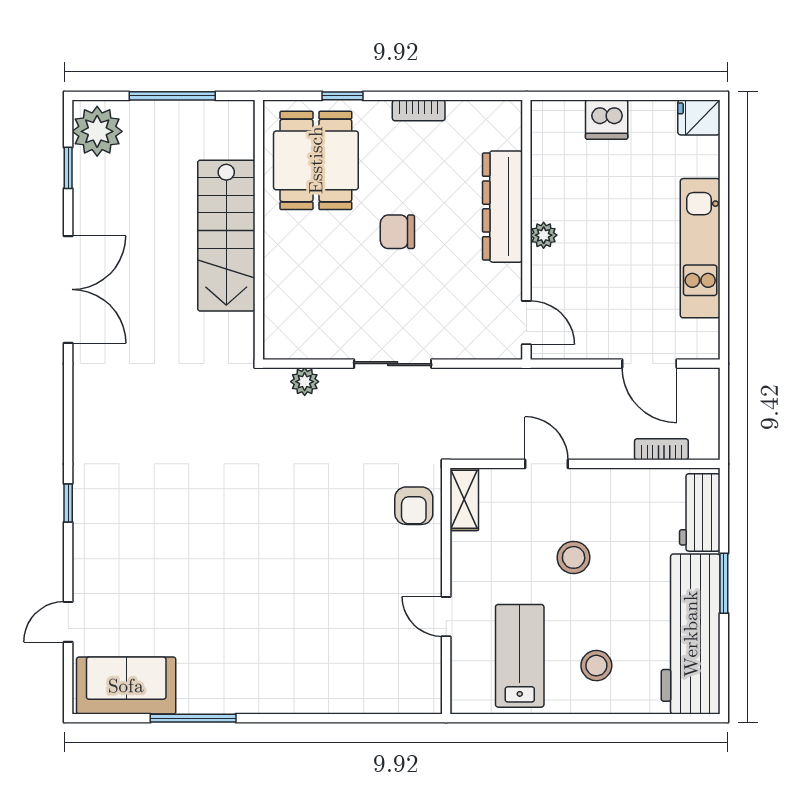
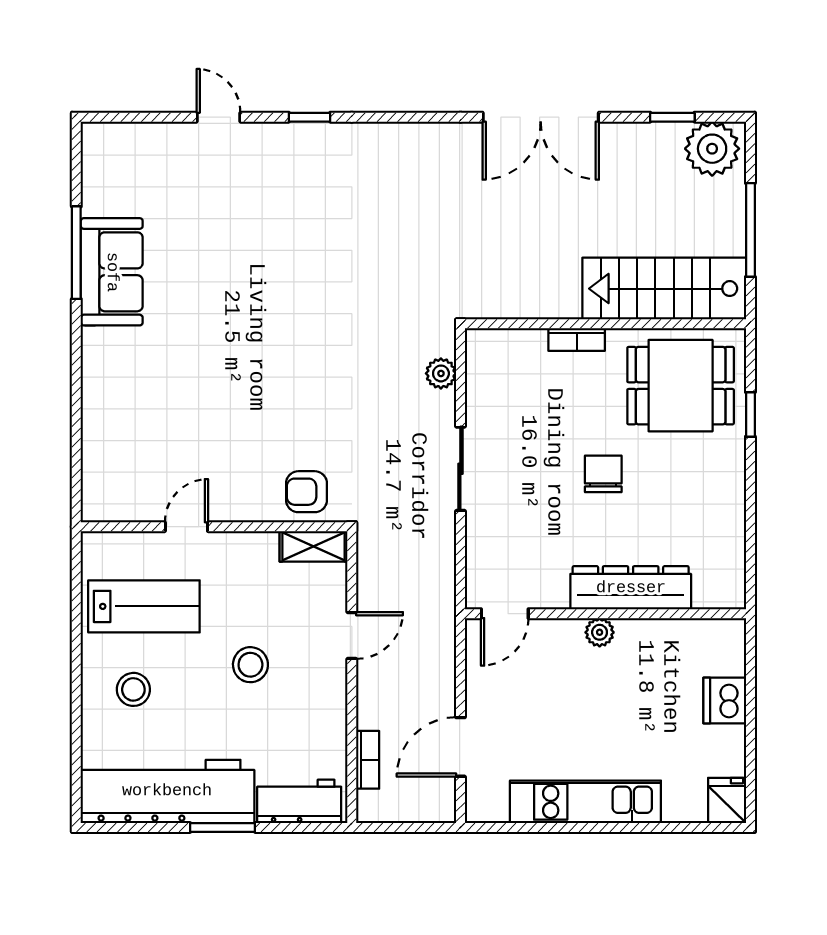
bookcase: (419, 110) -> (577, 339), moved, turned -90
stairs: (226, 236) -> (664, 289), moved
door: (68, 622) -> (218, 117), moved
sofa: (126, 686) -> (112, 272), moved

